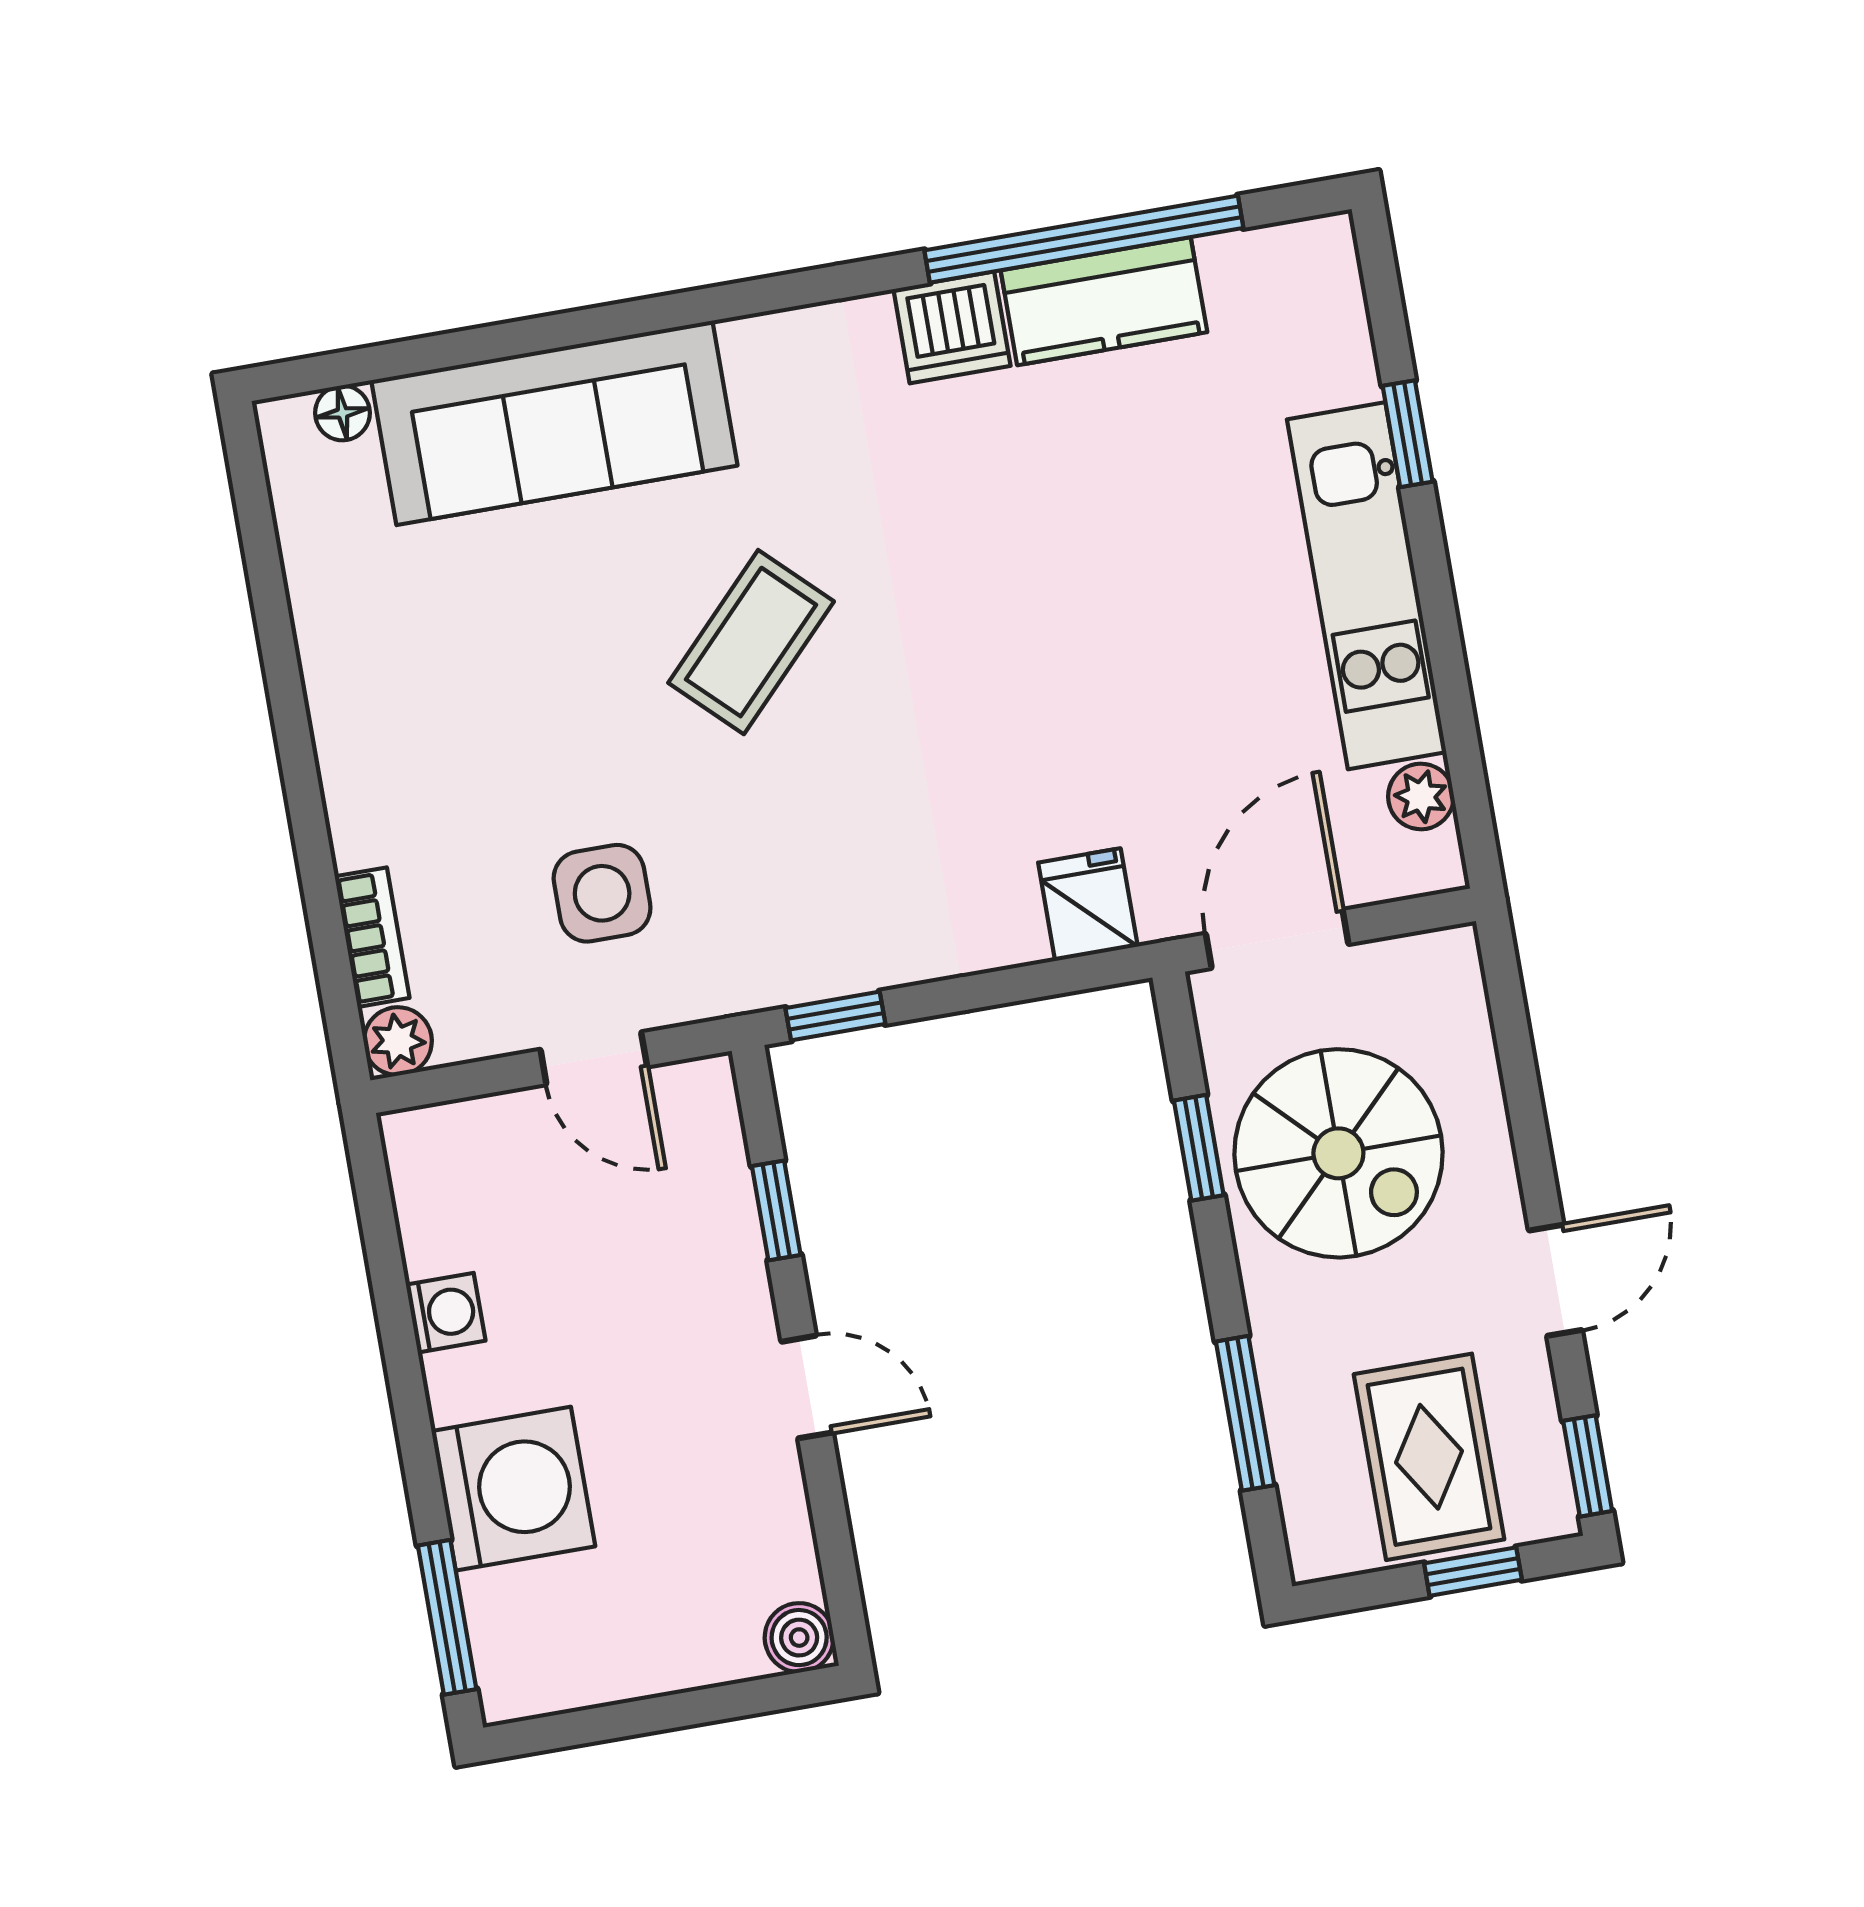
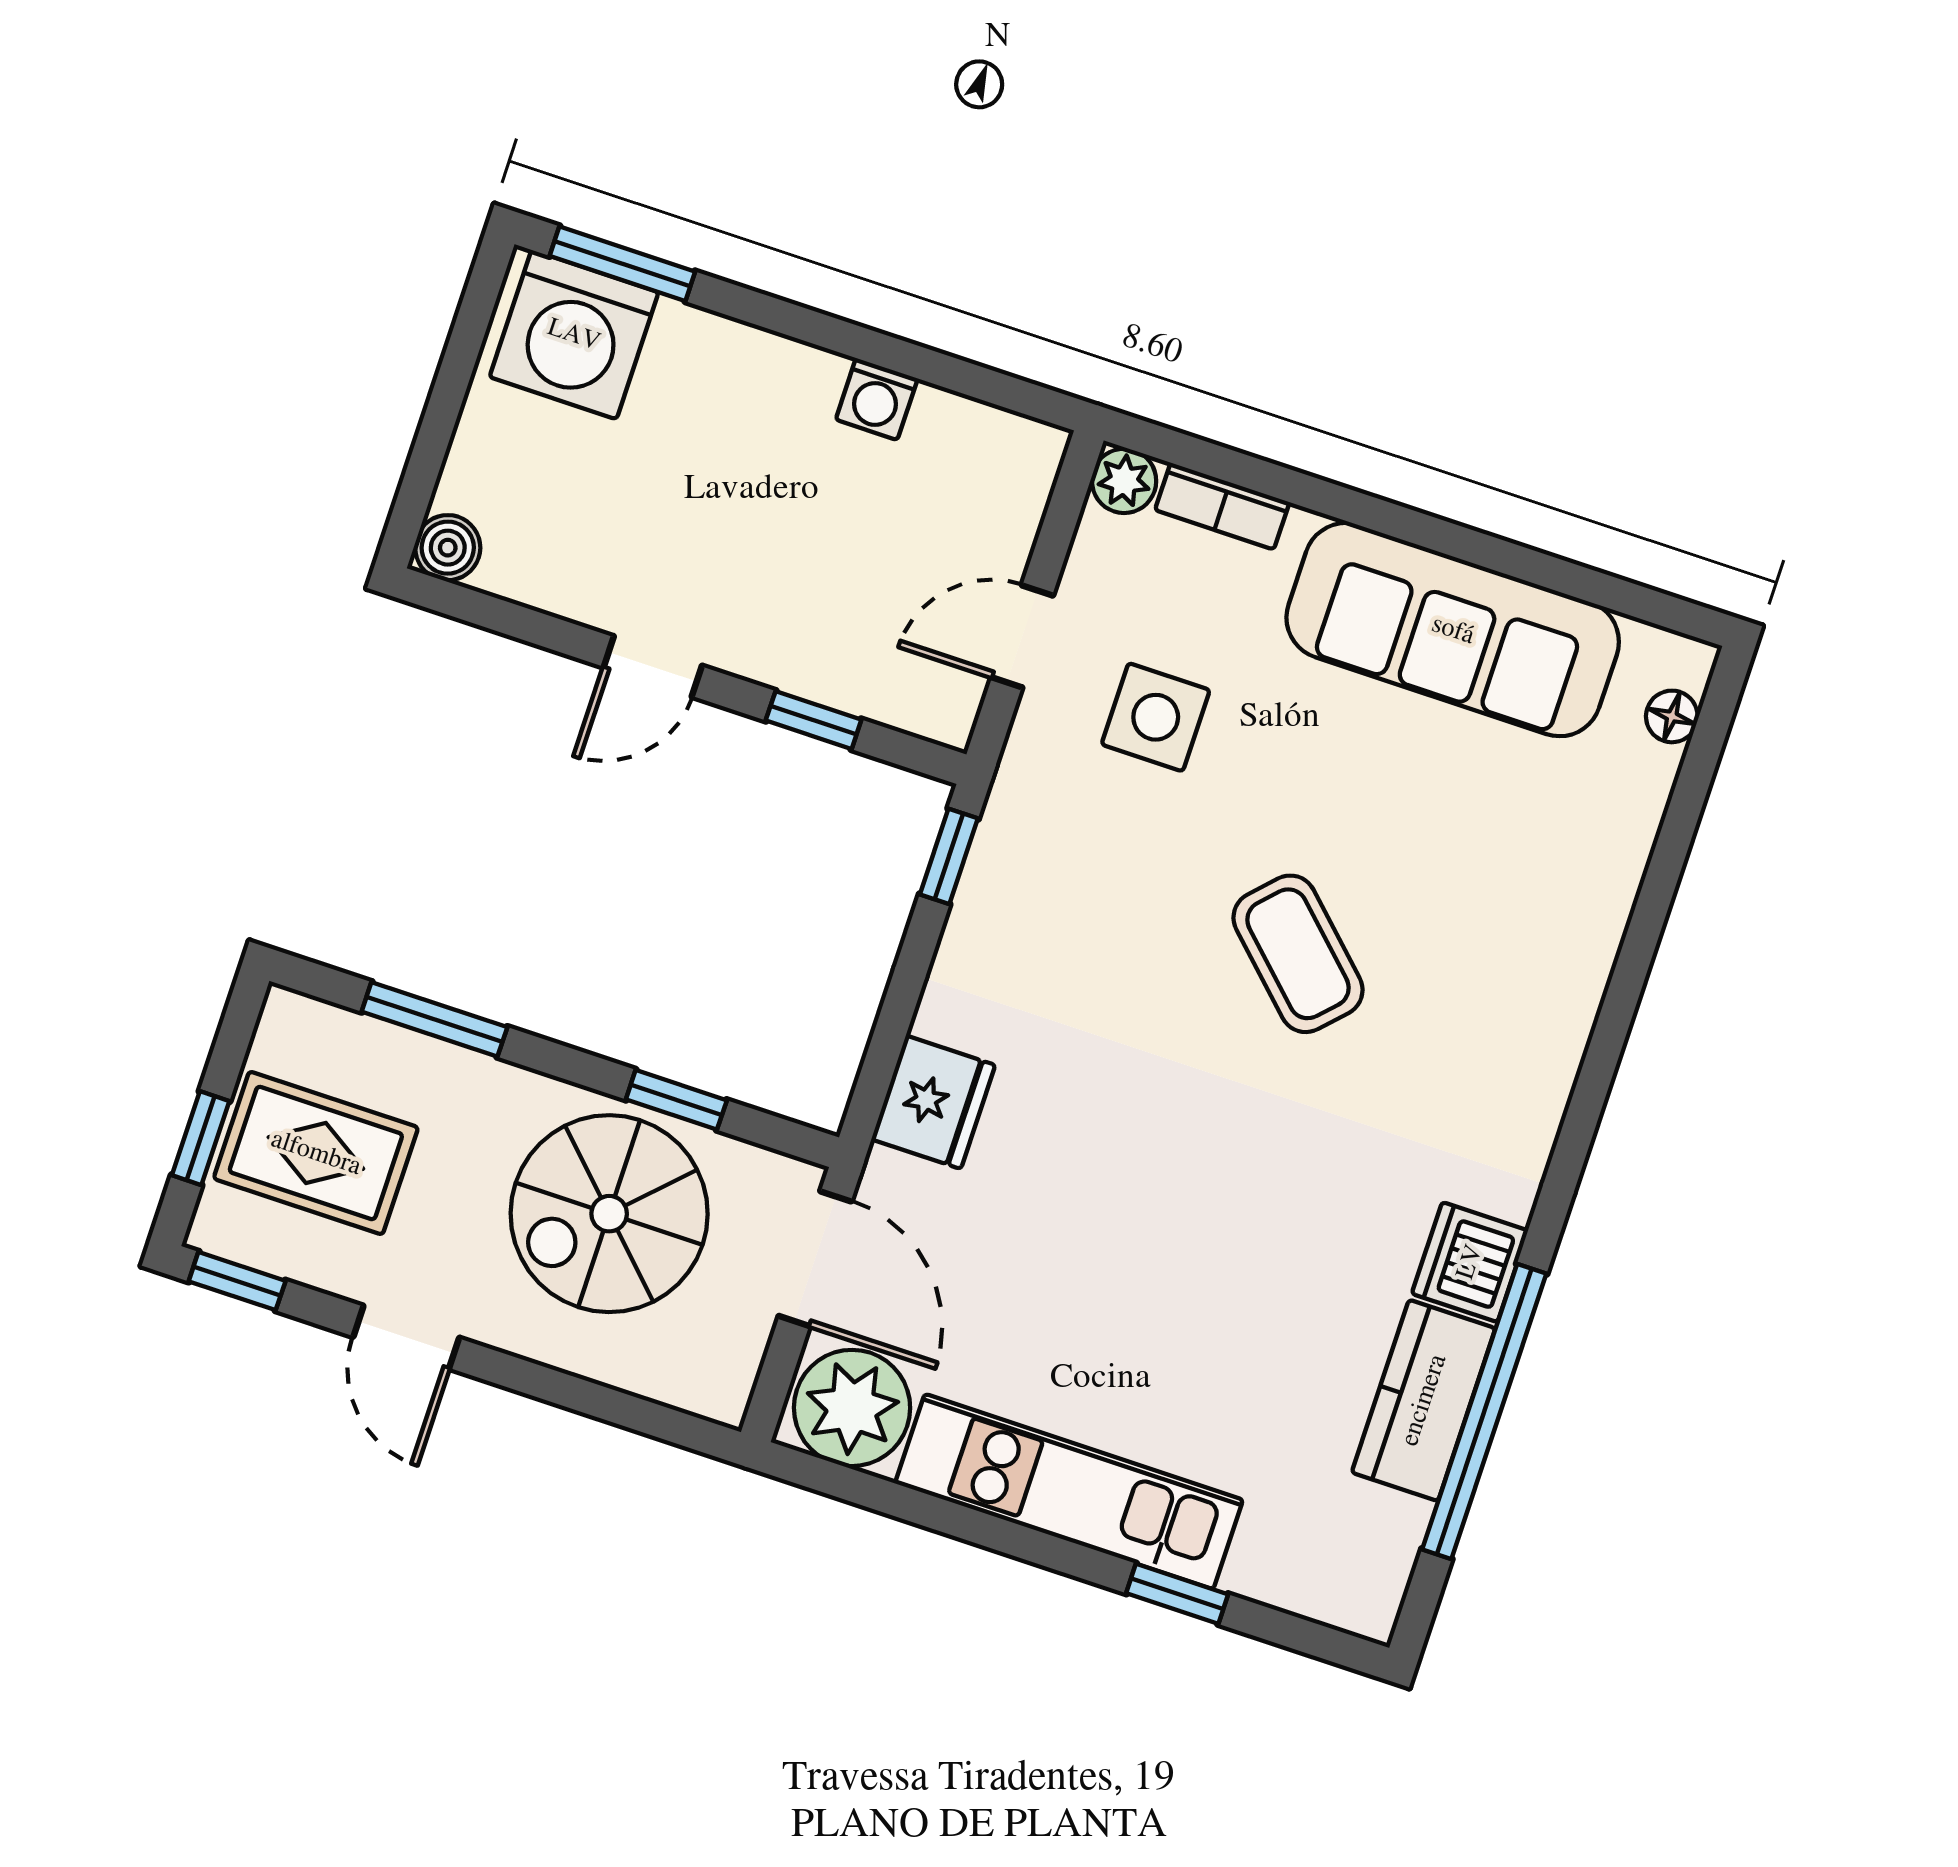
sofa: (554, 423) -> (1453, 630), moved, turned -90
plant: (1421, 796) -> (852, 1408), width x1.88, depth x1.88
fridge: (1088, 905) -> (933, 1102), width x1.38
washing machine: (513, 1489) -> (574, 335), moved

